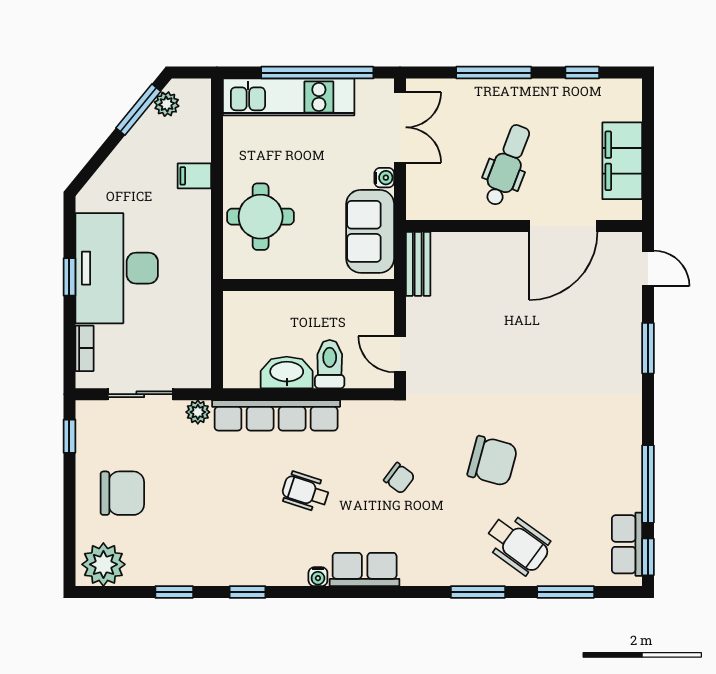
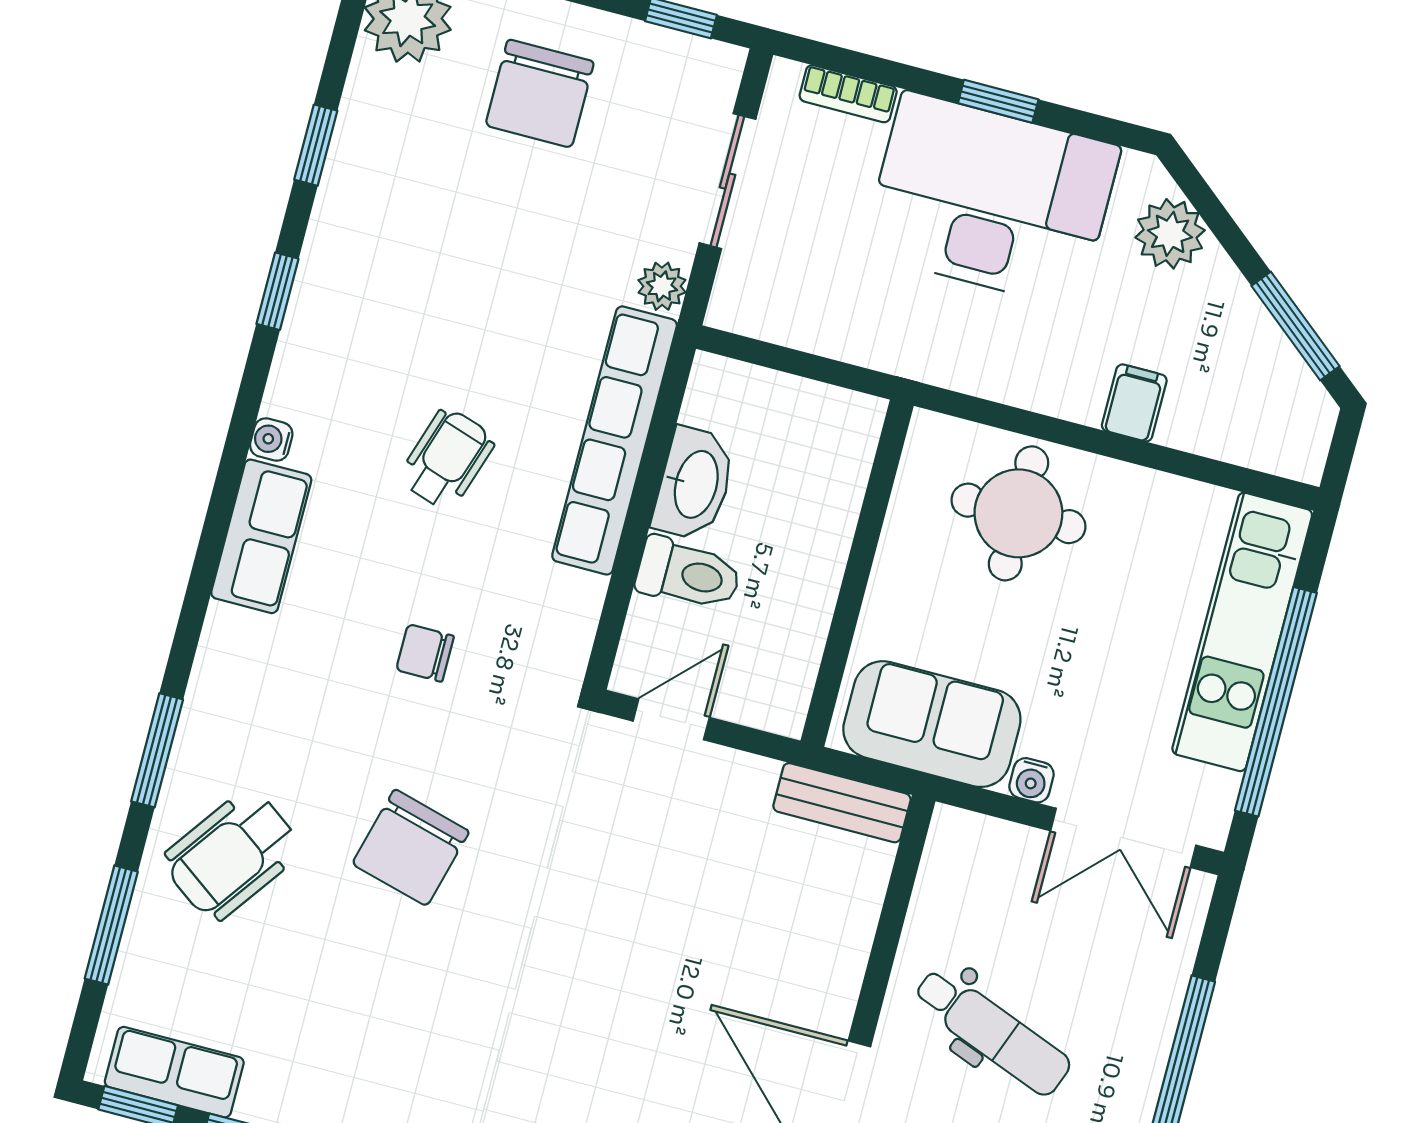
plant: (167, 104) -> (1170, 234), moved, width x1.38, depth x1.38
chair: (399, 478) -> (425, 653), turned 53

